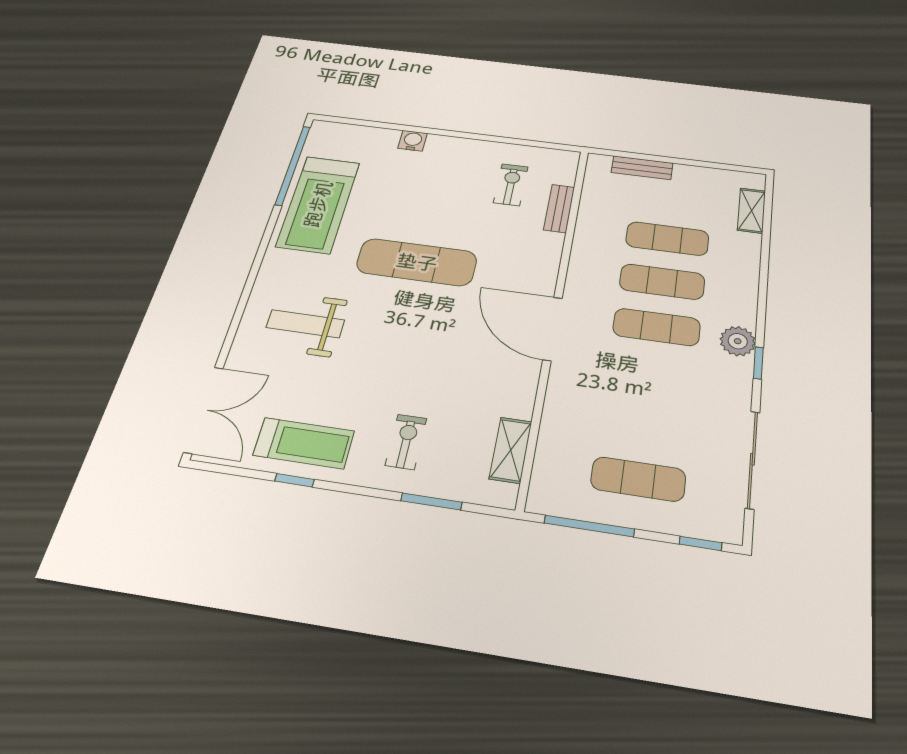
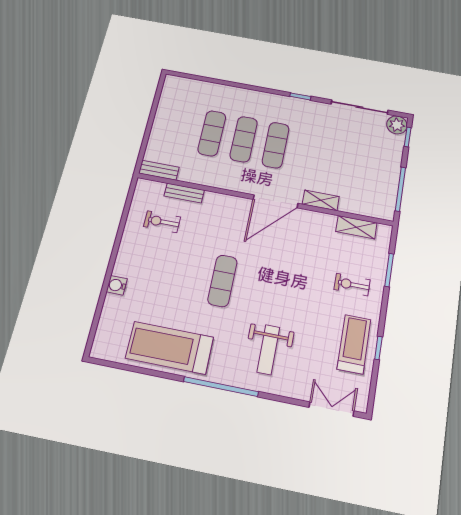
window: (293, 165) -> (221, 387), moved
bench: (642, 168) -> (159, 170), moved, turned 90
treadmill: (318, 204) -> (170, 348), turned 180
shelving: (751, 211) -> (321, 200), moved
exercise mat: (417, 262) -> (222, 281), width x0.73, depth x0.69
plant: (738, 341) -> (397, 125), moved
double door: (204, 410) -> (332, 409), width x0.73
exercise mat: (638, 479) -> (372, 163), removed

